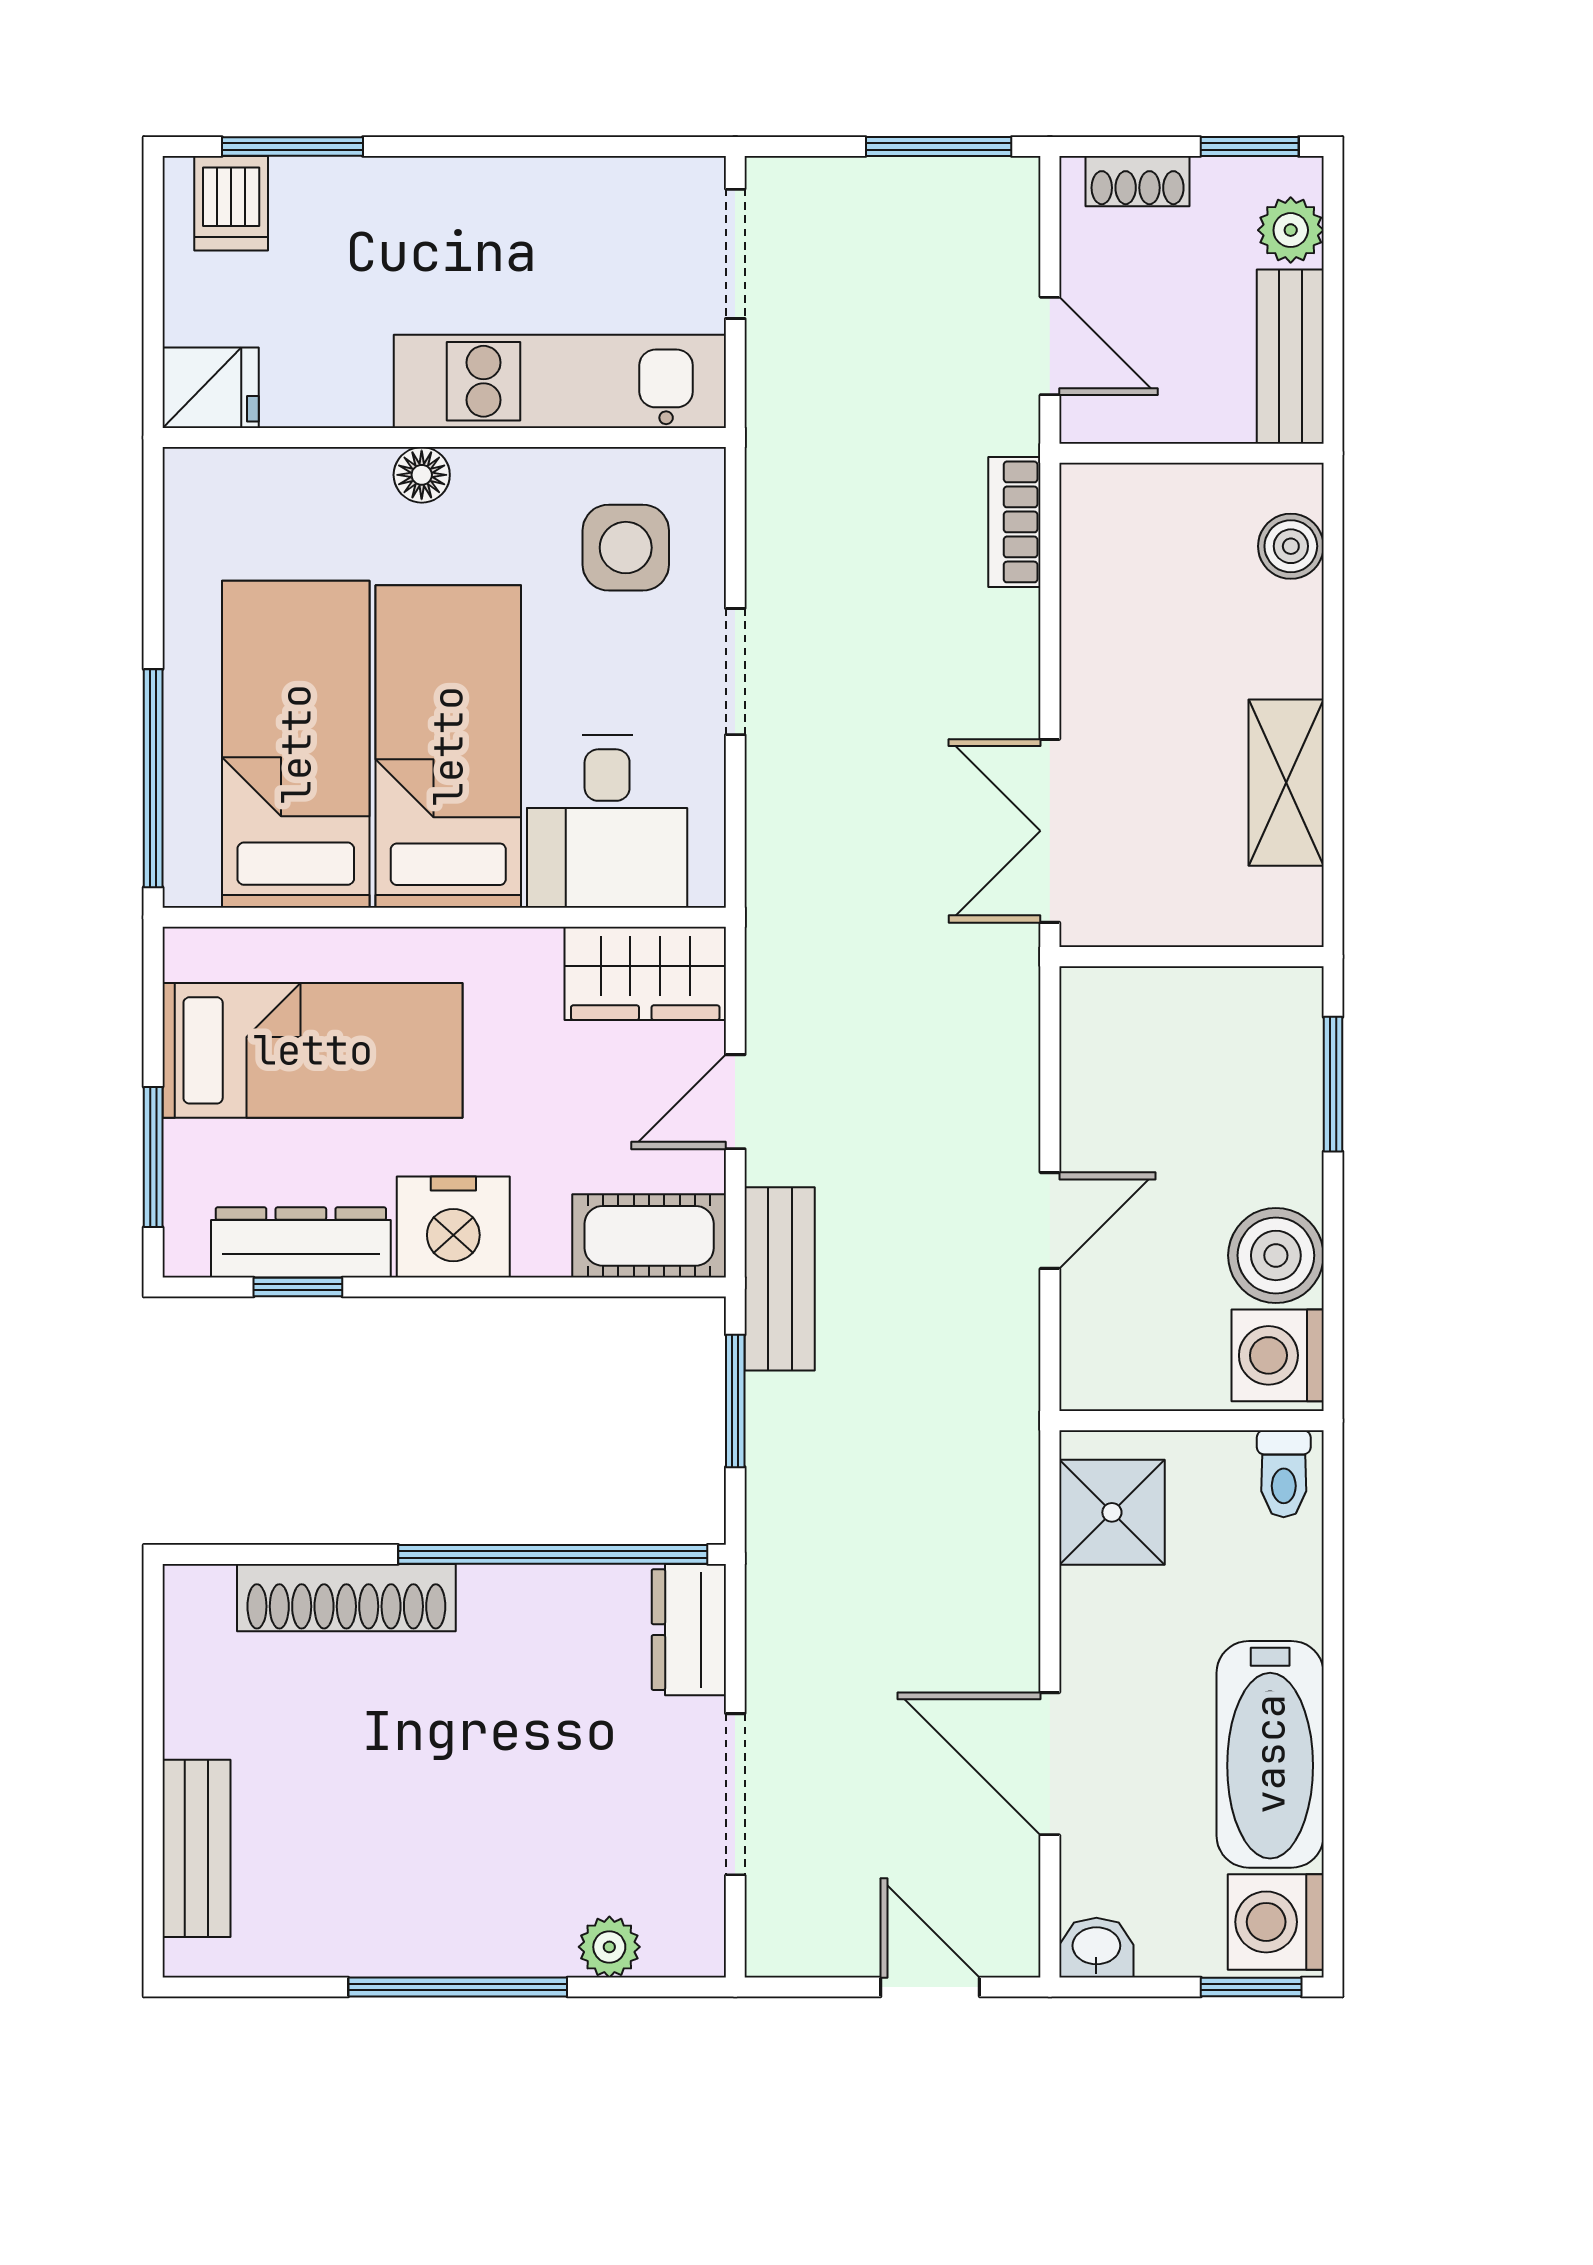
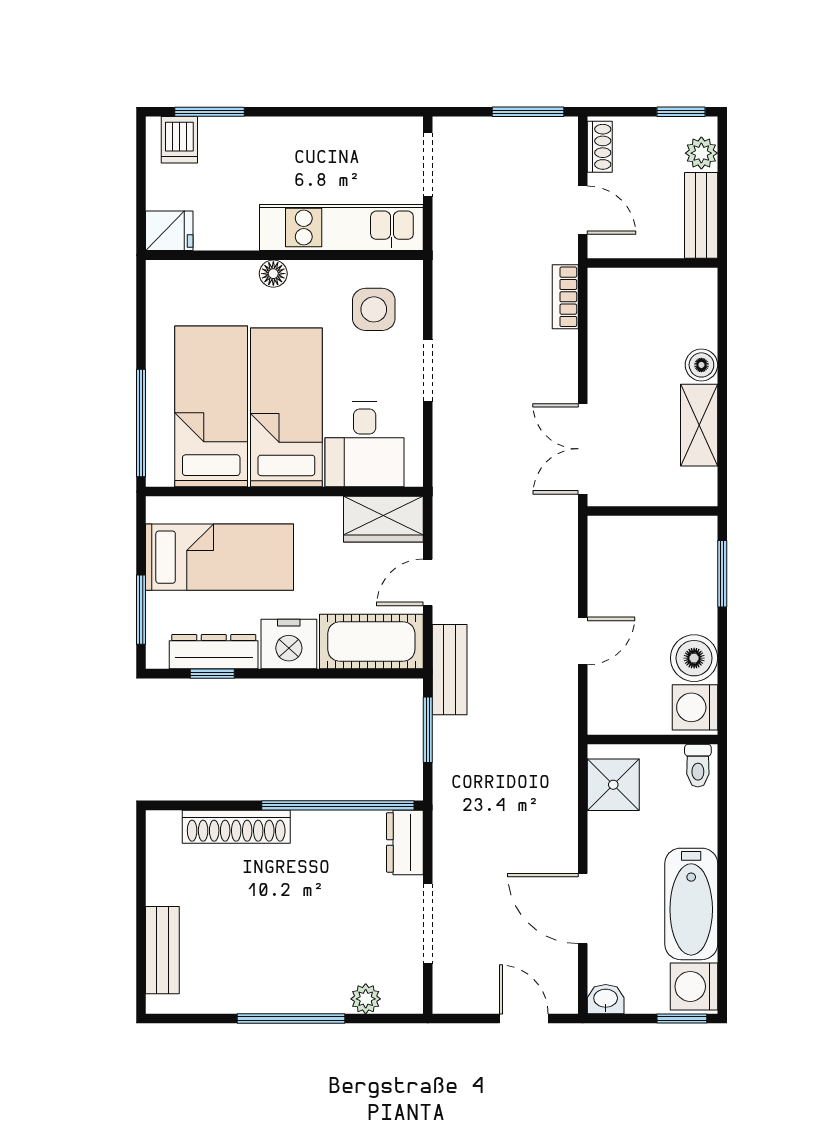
shoe rack: (1138, 181) -> (600, 147), moved, turned -90
boiler: (1291, 546) -> (701, 365), moved
cot: (649, 1236) -> (371, 641), width x1.37, depth x1.34

